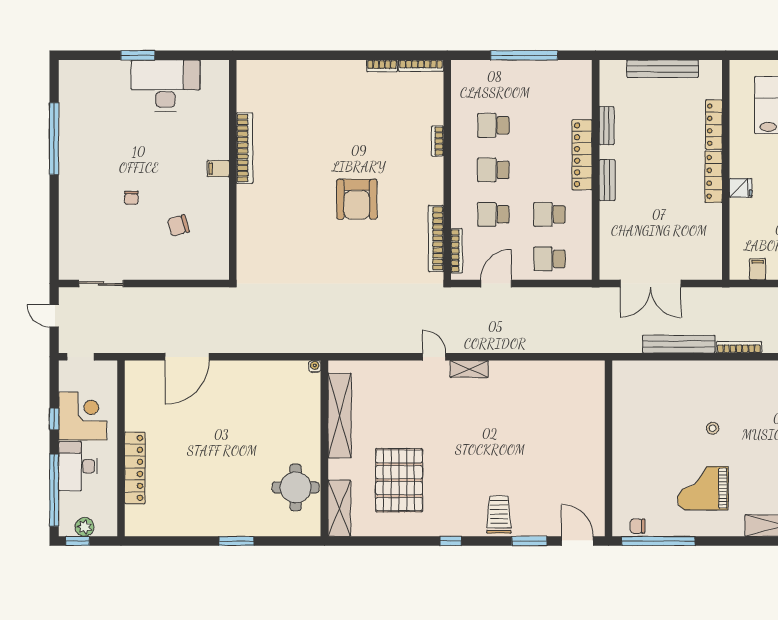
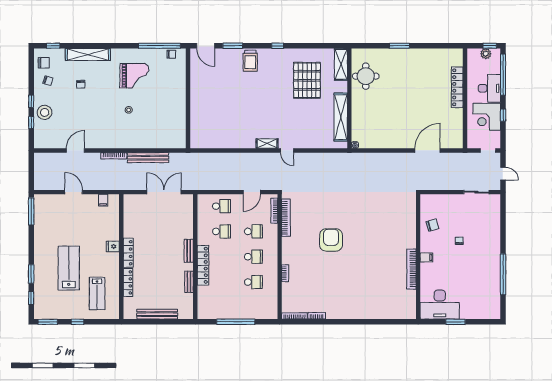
bookcase: (245, 148) -> (411, 269), moved
filing cabinet: (218, 169) -> (426, 257), moved
wall: (233, 170) -> (418, 257), moved

